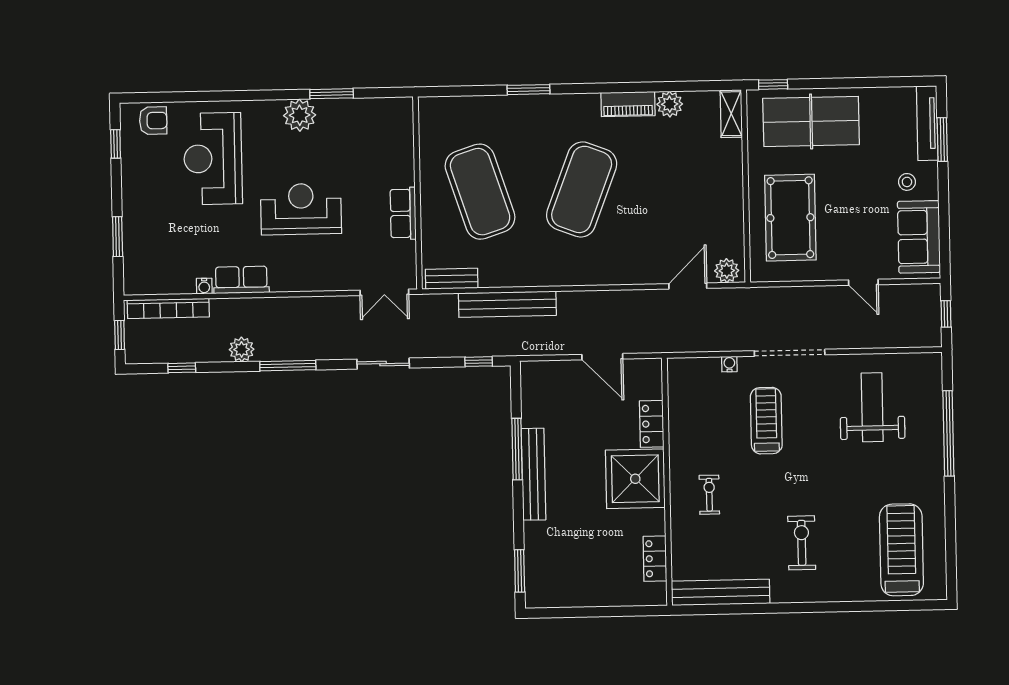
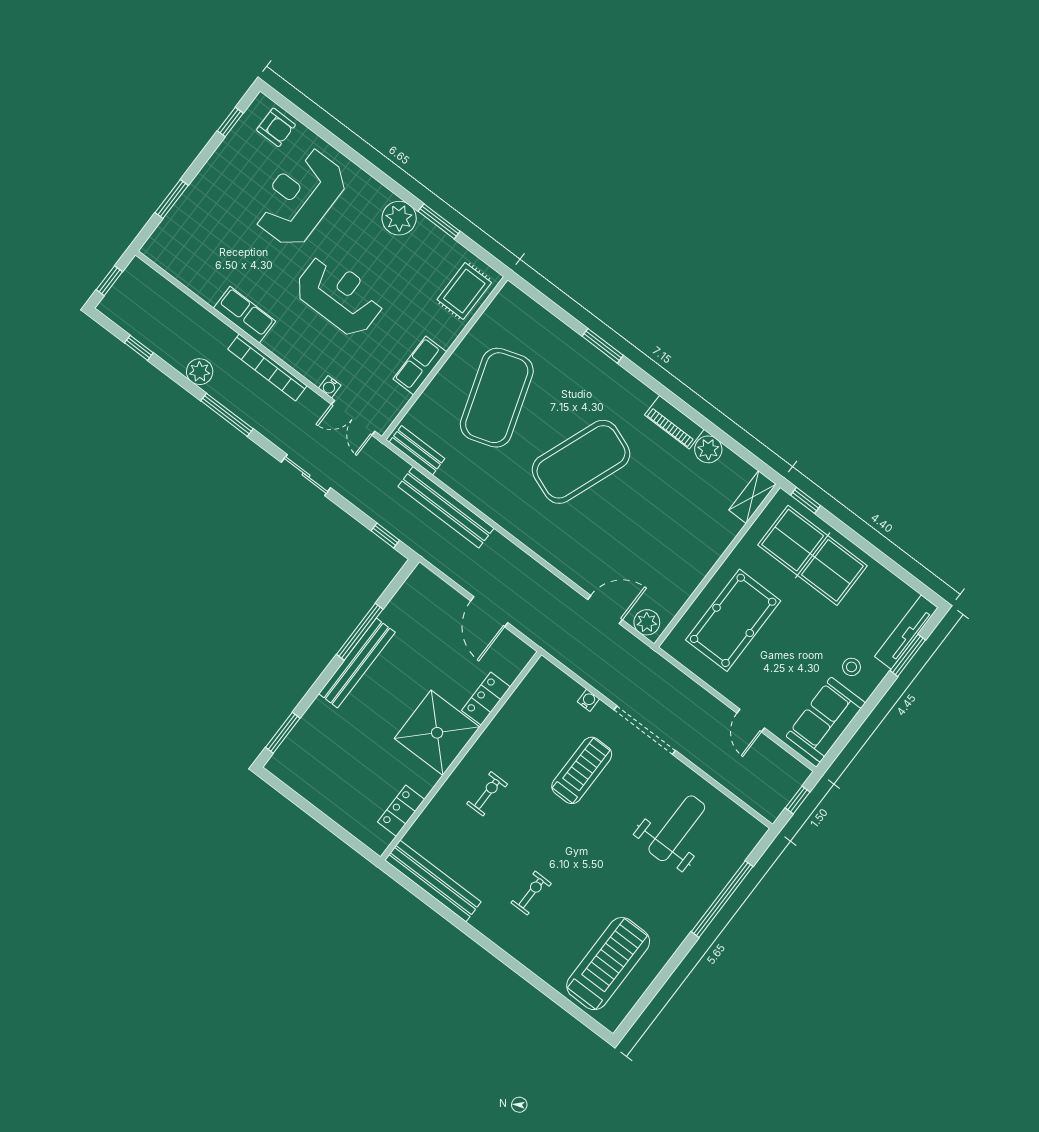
rug: (392, 131) -> (464, 291), added
water cooler: (204, 286) -> (330, 387), moved
bookcase: (168, 308) -> (267, 368), moved
exercise bike: (802, 543) -> (531, 893), width x0.73, depth x0.72

